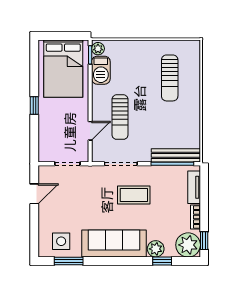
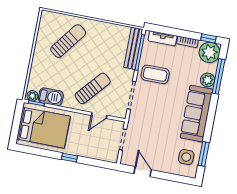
sun lounger: (170, 78) -> (68, 41), turned -53
sun lounger: (120, 117) -> (93, 88), turned -49
door: (90, 131) -> (99, 115), swing flipped
coffee table: (134, 195) -> (155, 74), moved, turned 90
window: (162, 261) -> (219, 76), width x2.17

